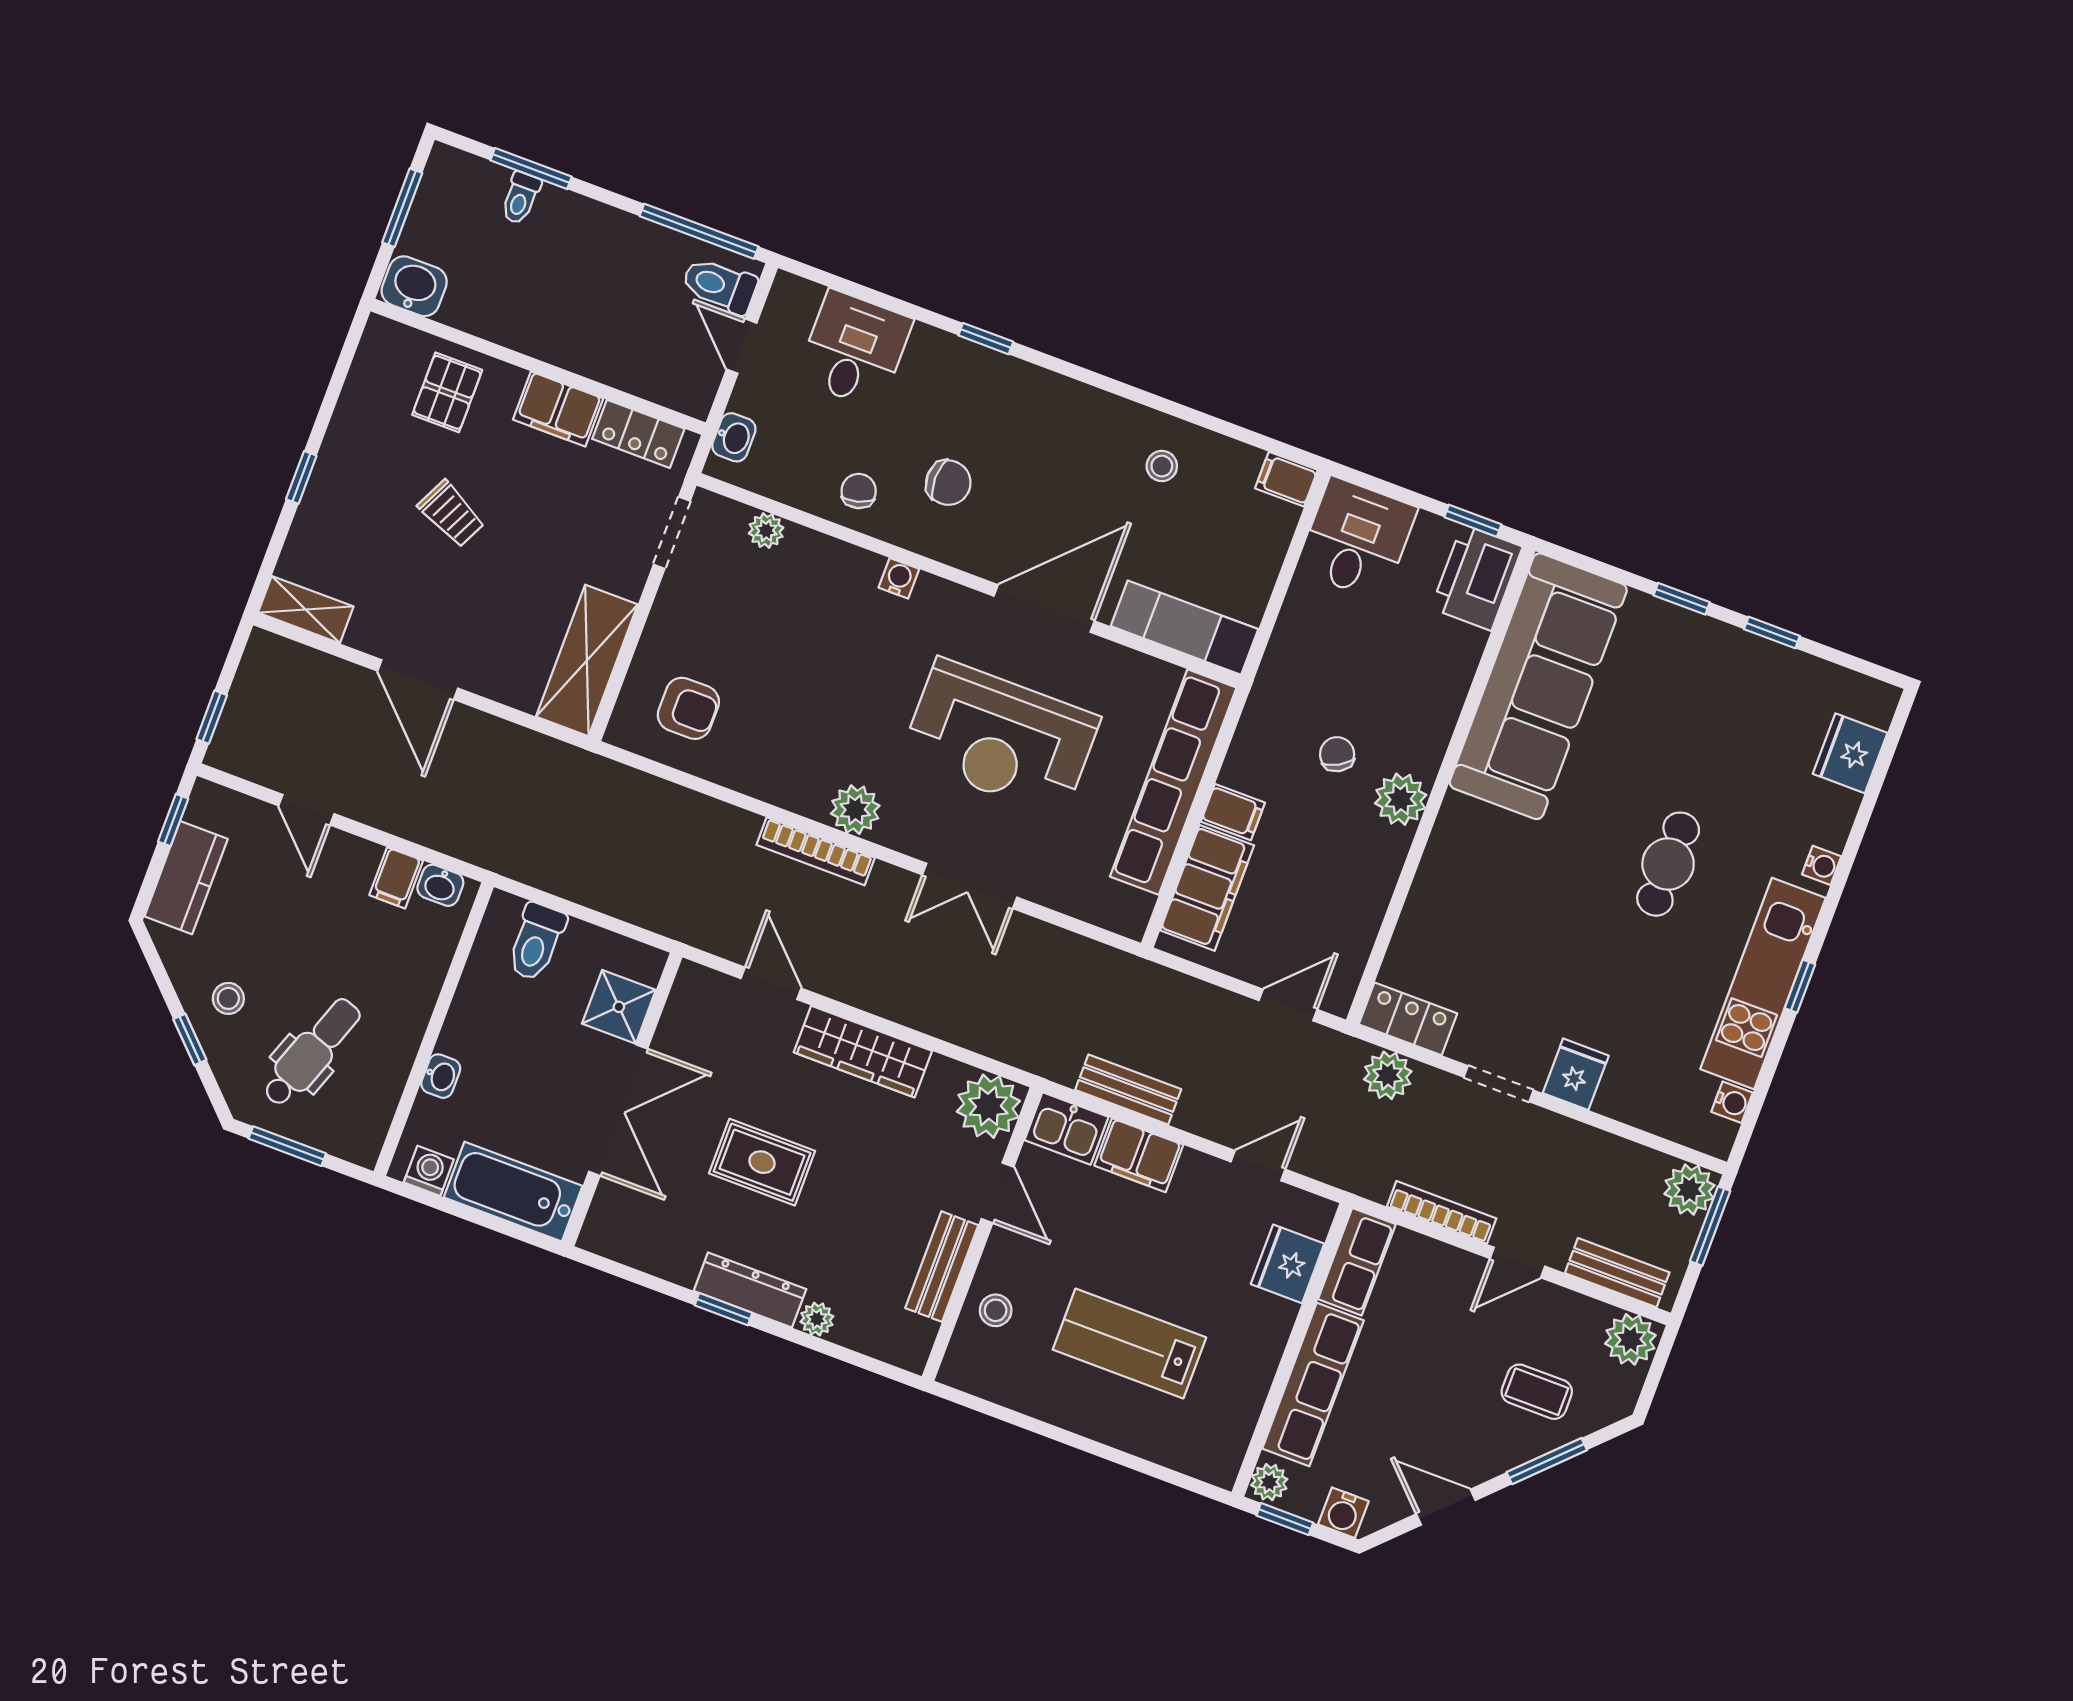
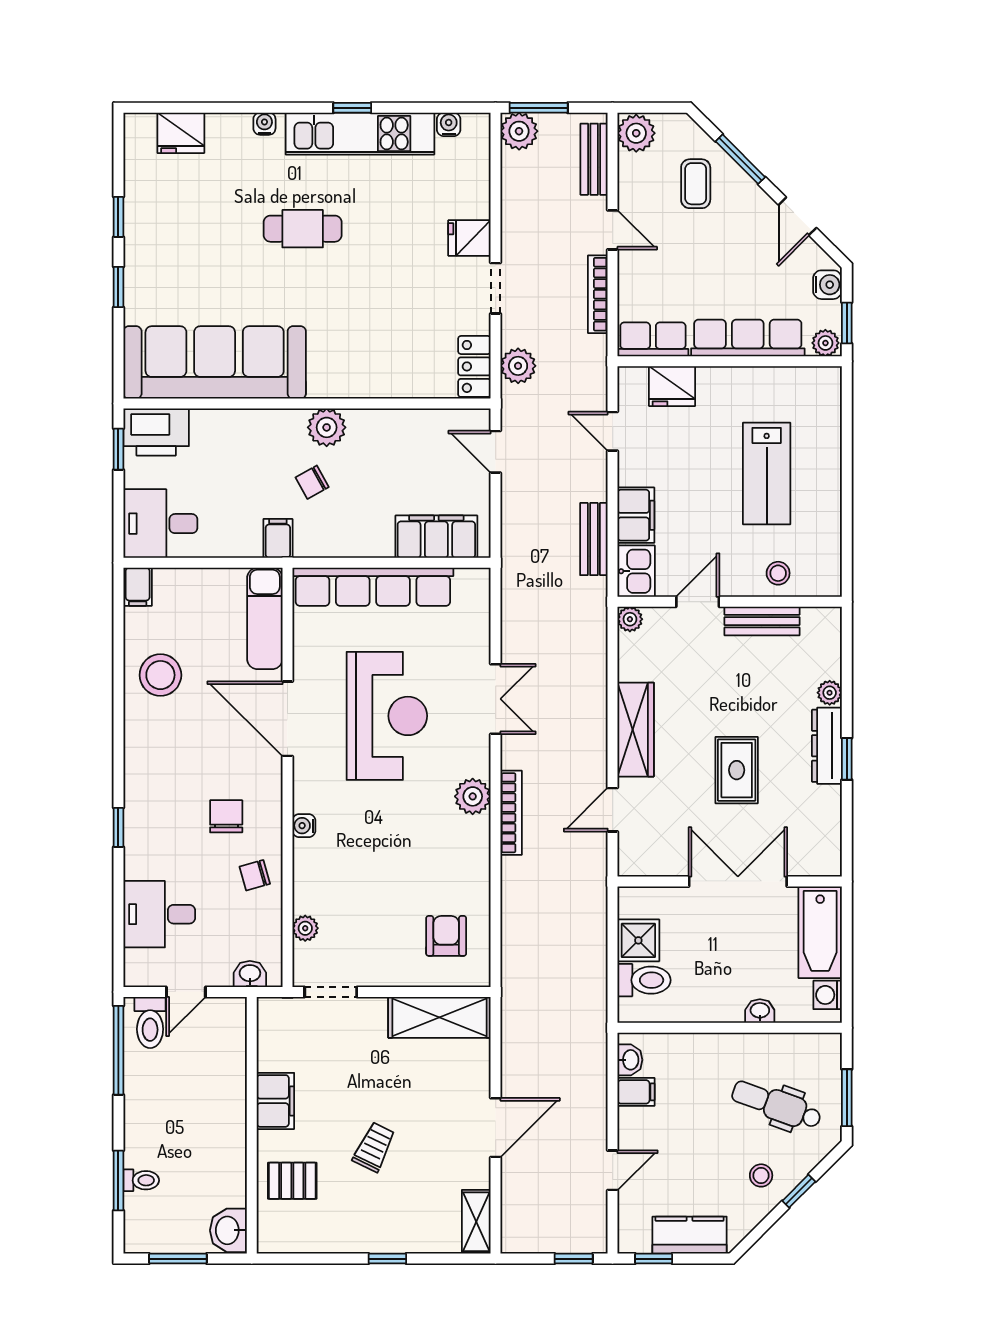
locker: (638, 434) -> (272, 1040), removed
stool: (1162, 466) -> (160, 675), width x1.89, depth x1.89
filing cabinet: (1233, 812) -> (278, 538), moved
shower: (619, 1007) -> (638, 940), moved
plant: (988, 1106) -> (630, 619), width x0.53, depth x0.53

